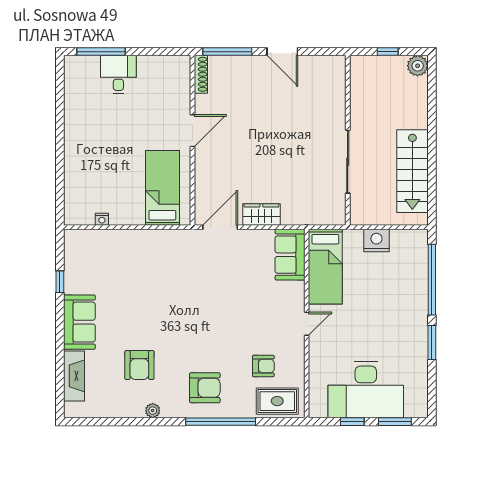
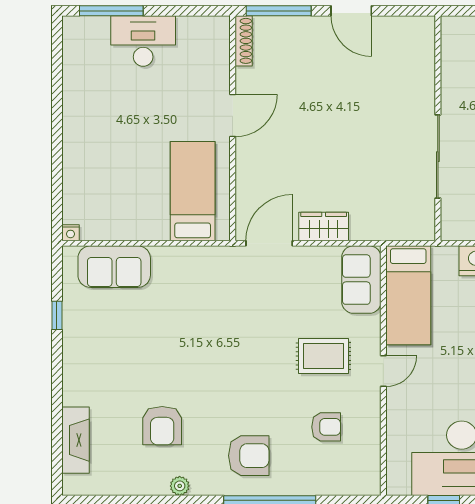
desk: (118, 74) -> (143, 41), width x1.37
nightstand: (102, 219) -> (71, 233), moved
sofa: (79, 322) -> (114, 267), moved, turned 90
rug: (277, 401) -> (324, 356), moved

